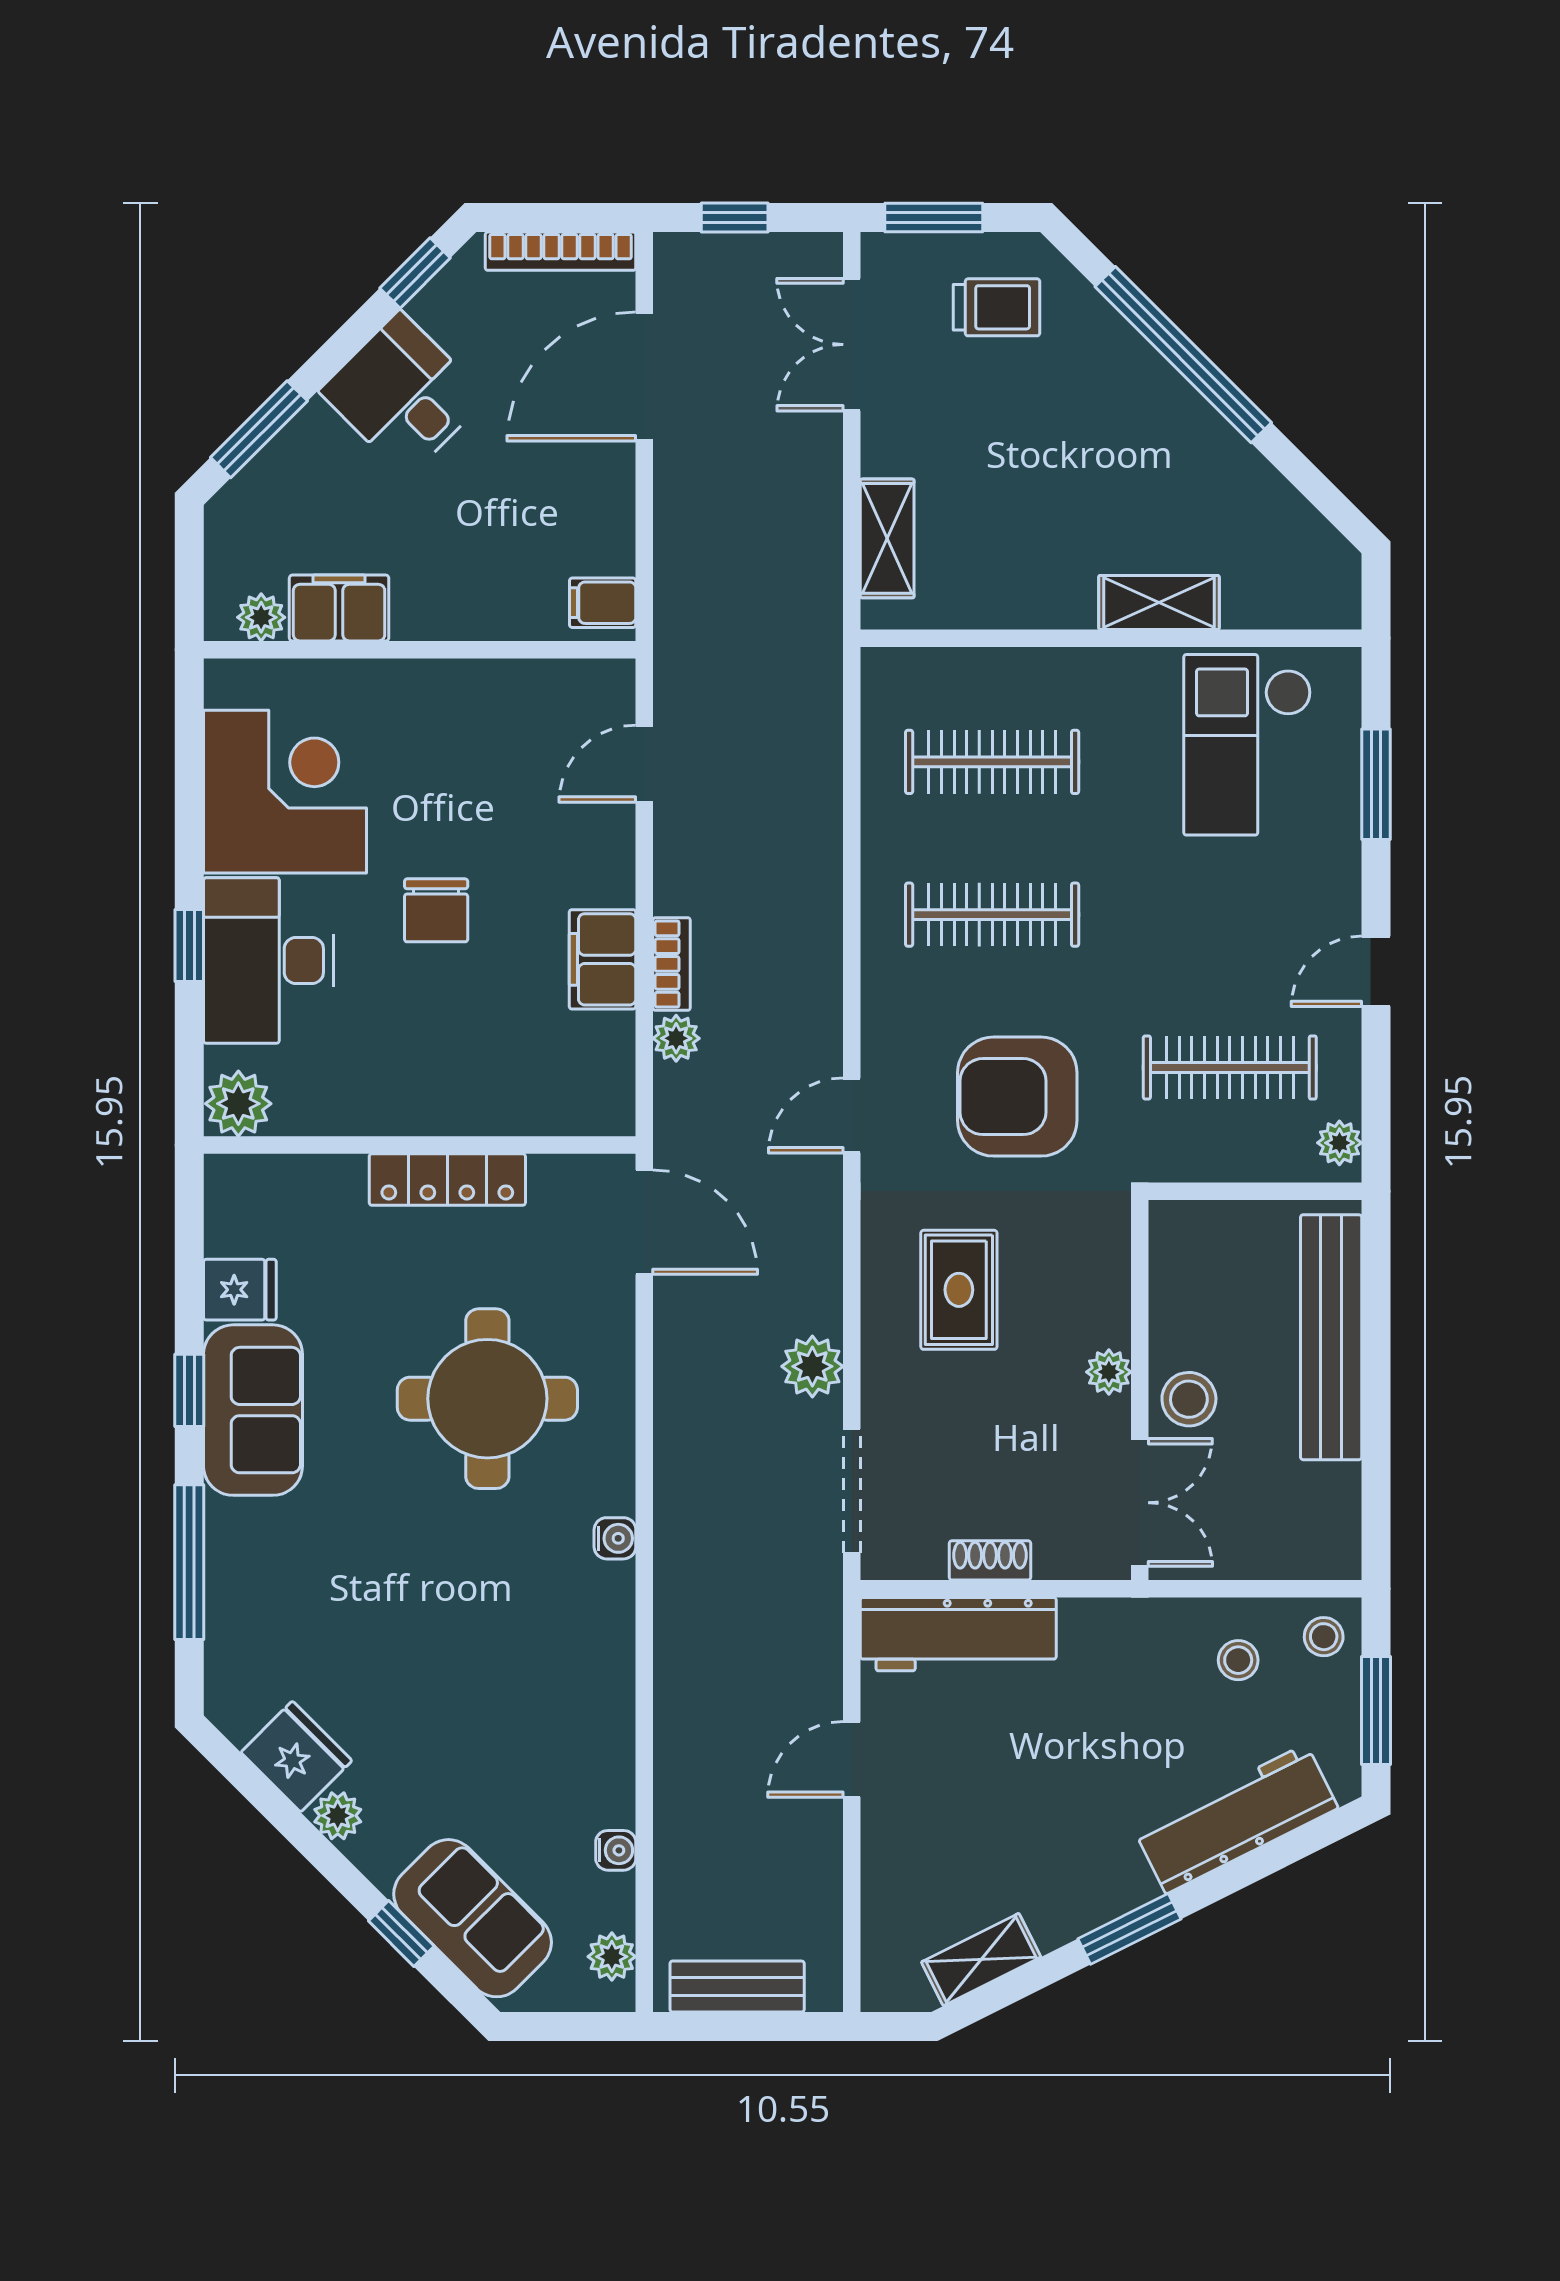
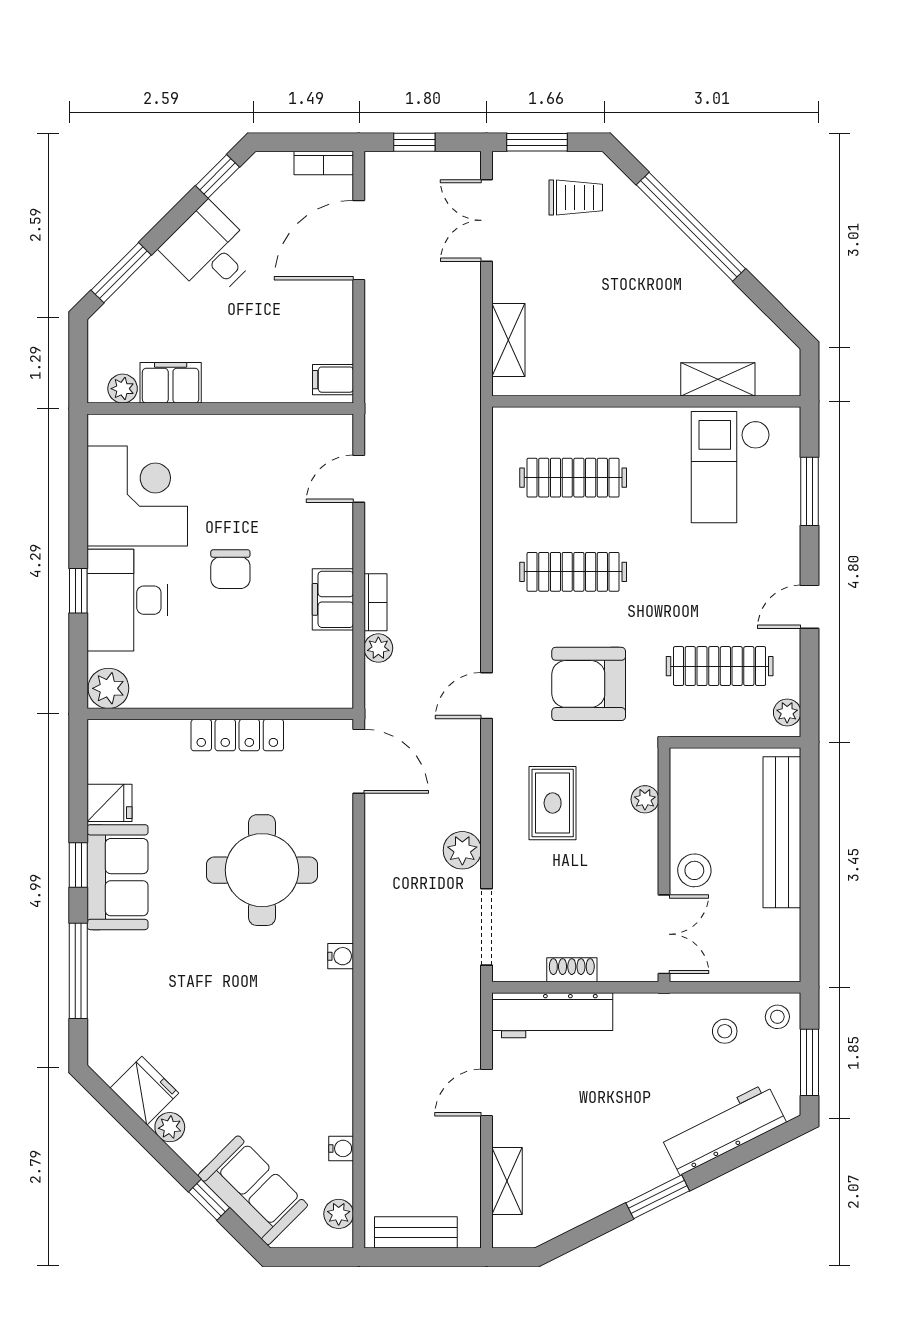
bookcase: (561, 251) -> (324, 163), width x0.64
shelving: (1159, 602) -> (718, 379), moved
plant: (1109, 1372) -> (645, 799), moved
shelving: (981, 1960) -> (507, 1181), moved, turned -63

